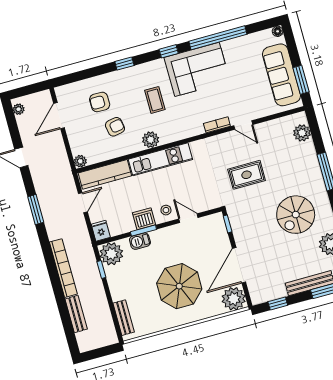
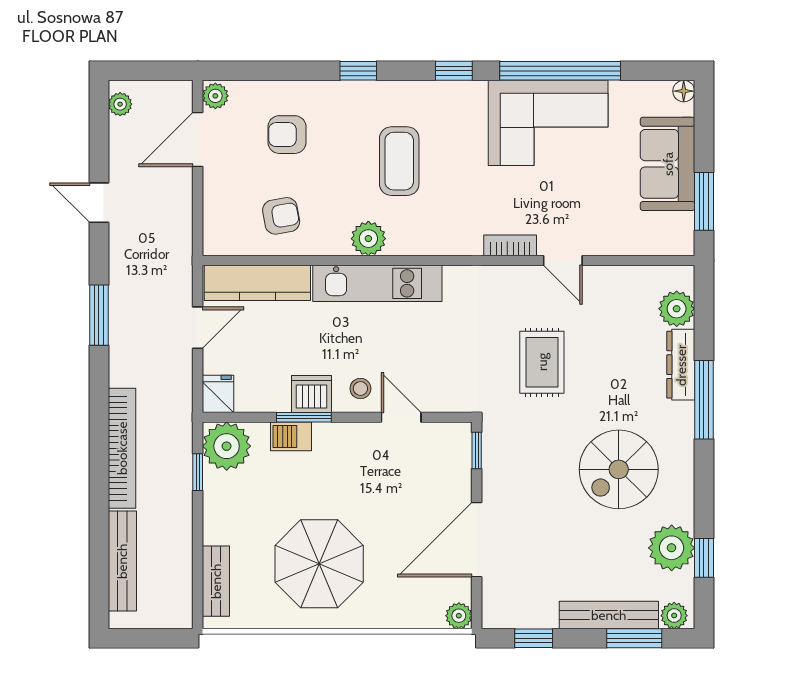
corner sofa: (197, 69) -> (548, 123), moved
sofa: (281, 75) -> (668, 164), width x0.73
coffee table: (155, 100) -> (399, 161), width x1.36, depth x1.30
armchair: (115, 127) -> (281, 216), moved
dresser: (311, 158) -> (681, 365), added
plant: (80, 161) -> (215, 96), moved
rug: (247, 175) -> (542, 362), turned 90
parasol: (179, 286) -> (319, 564), moved
plant: (234, 299) -> (459, 616), width x0.53, depth x0.53
bench: (76, 314) -> (122, 561), width x1.36

